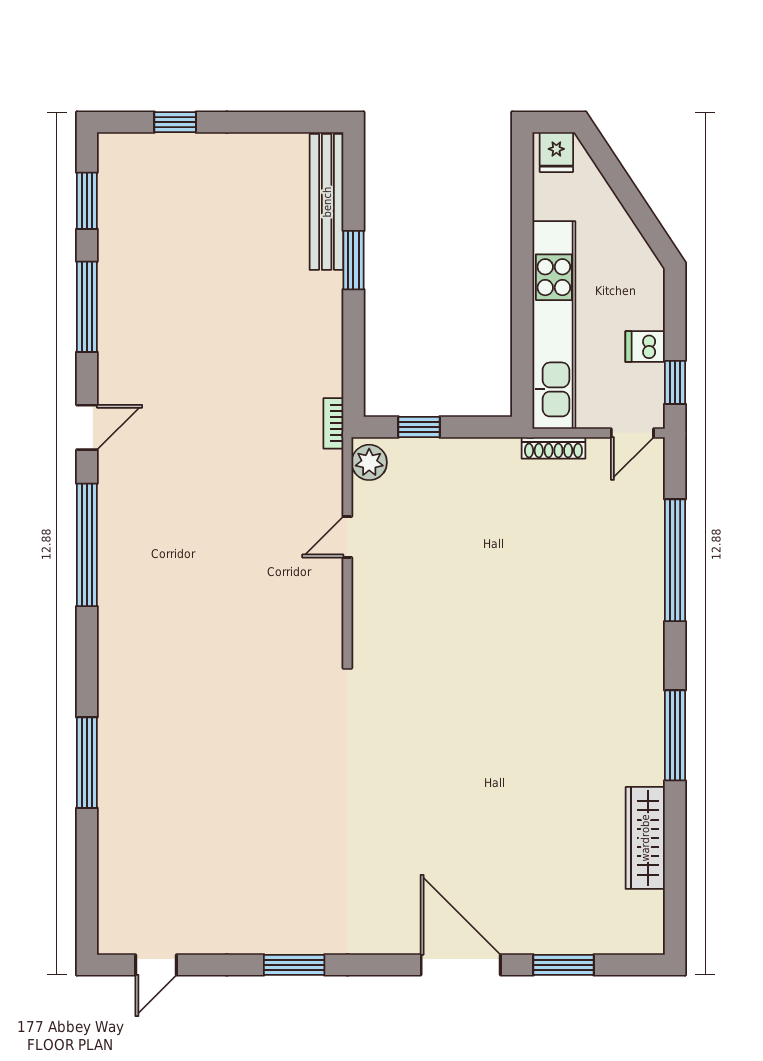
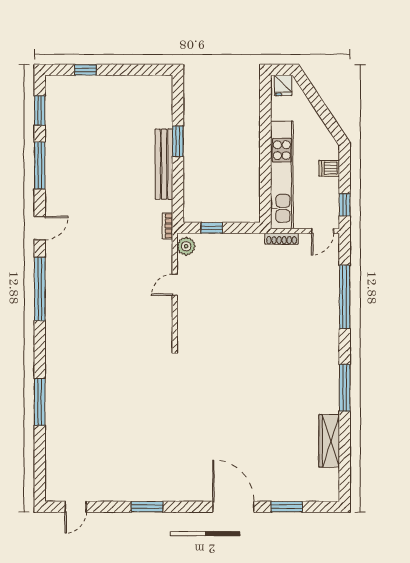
bench: (327, 202) -> (164, 164), moved
dishwasher: (645, 347) -> (329, 168), moved

